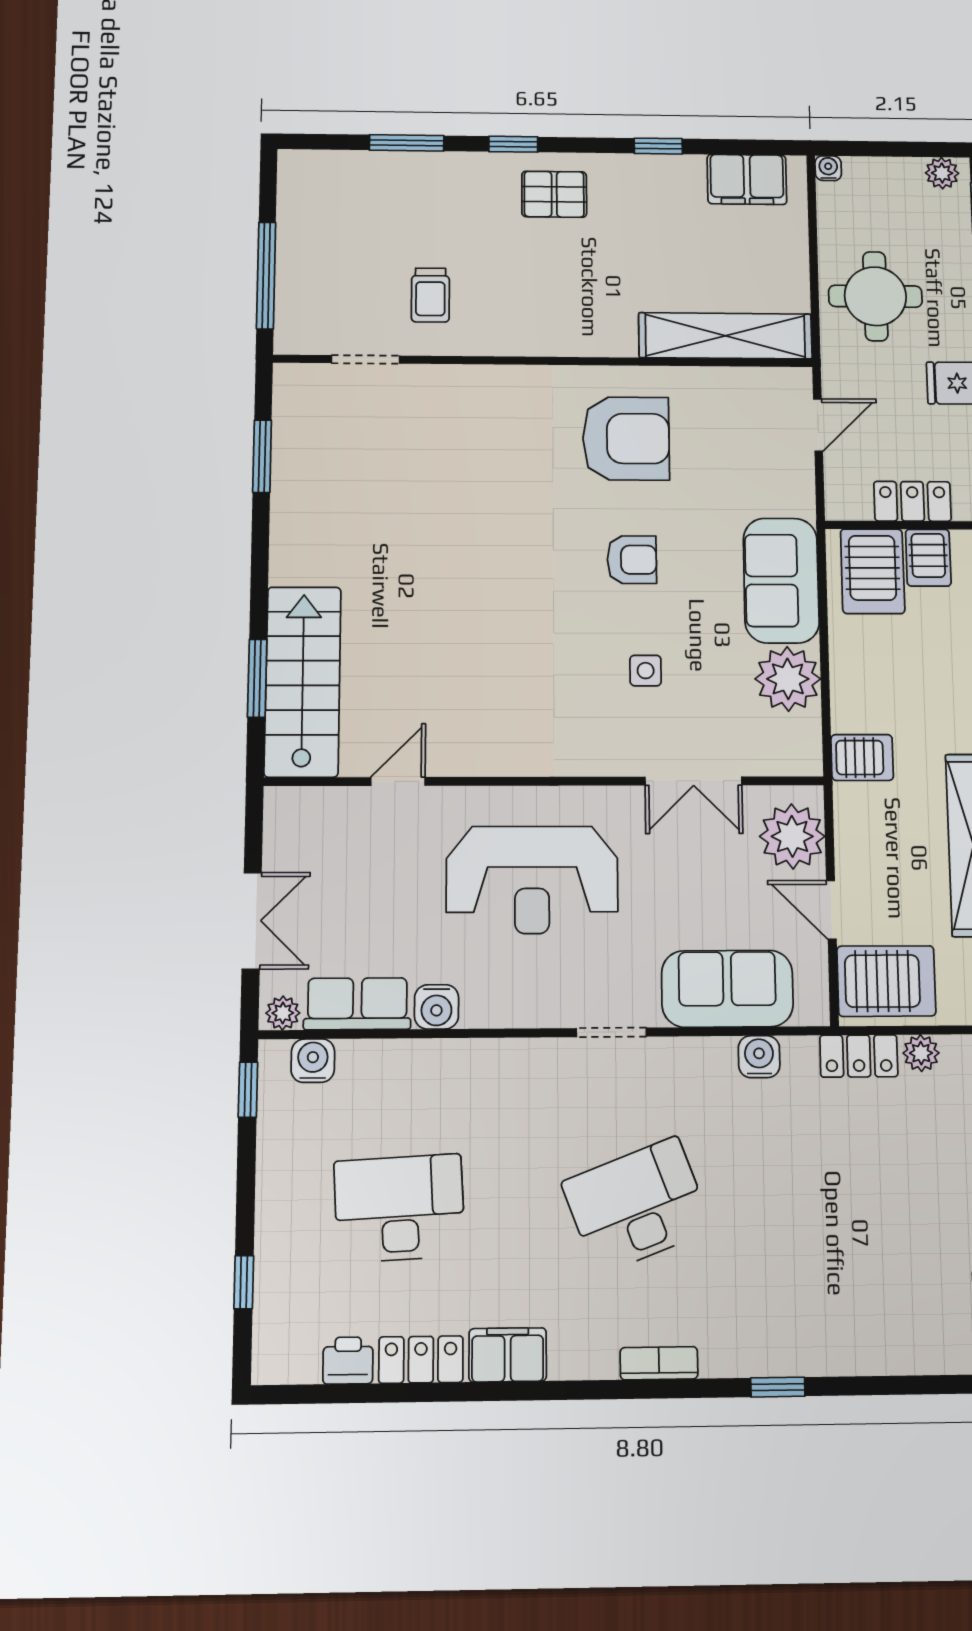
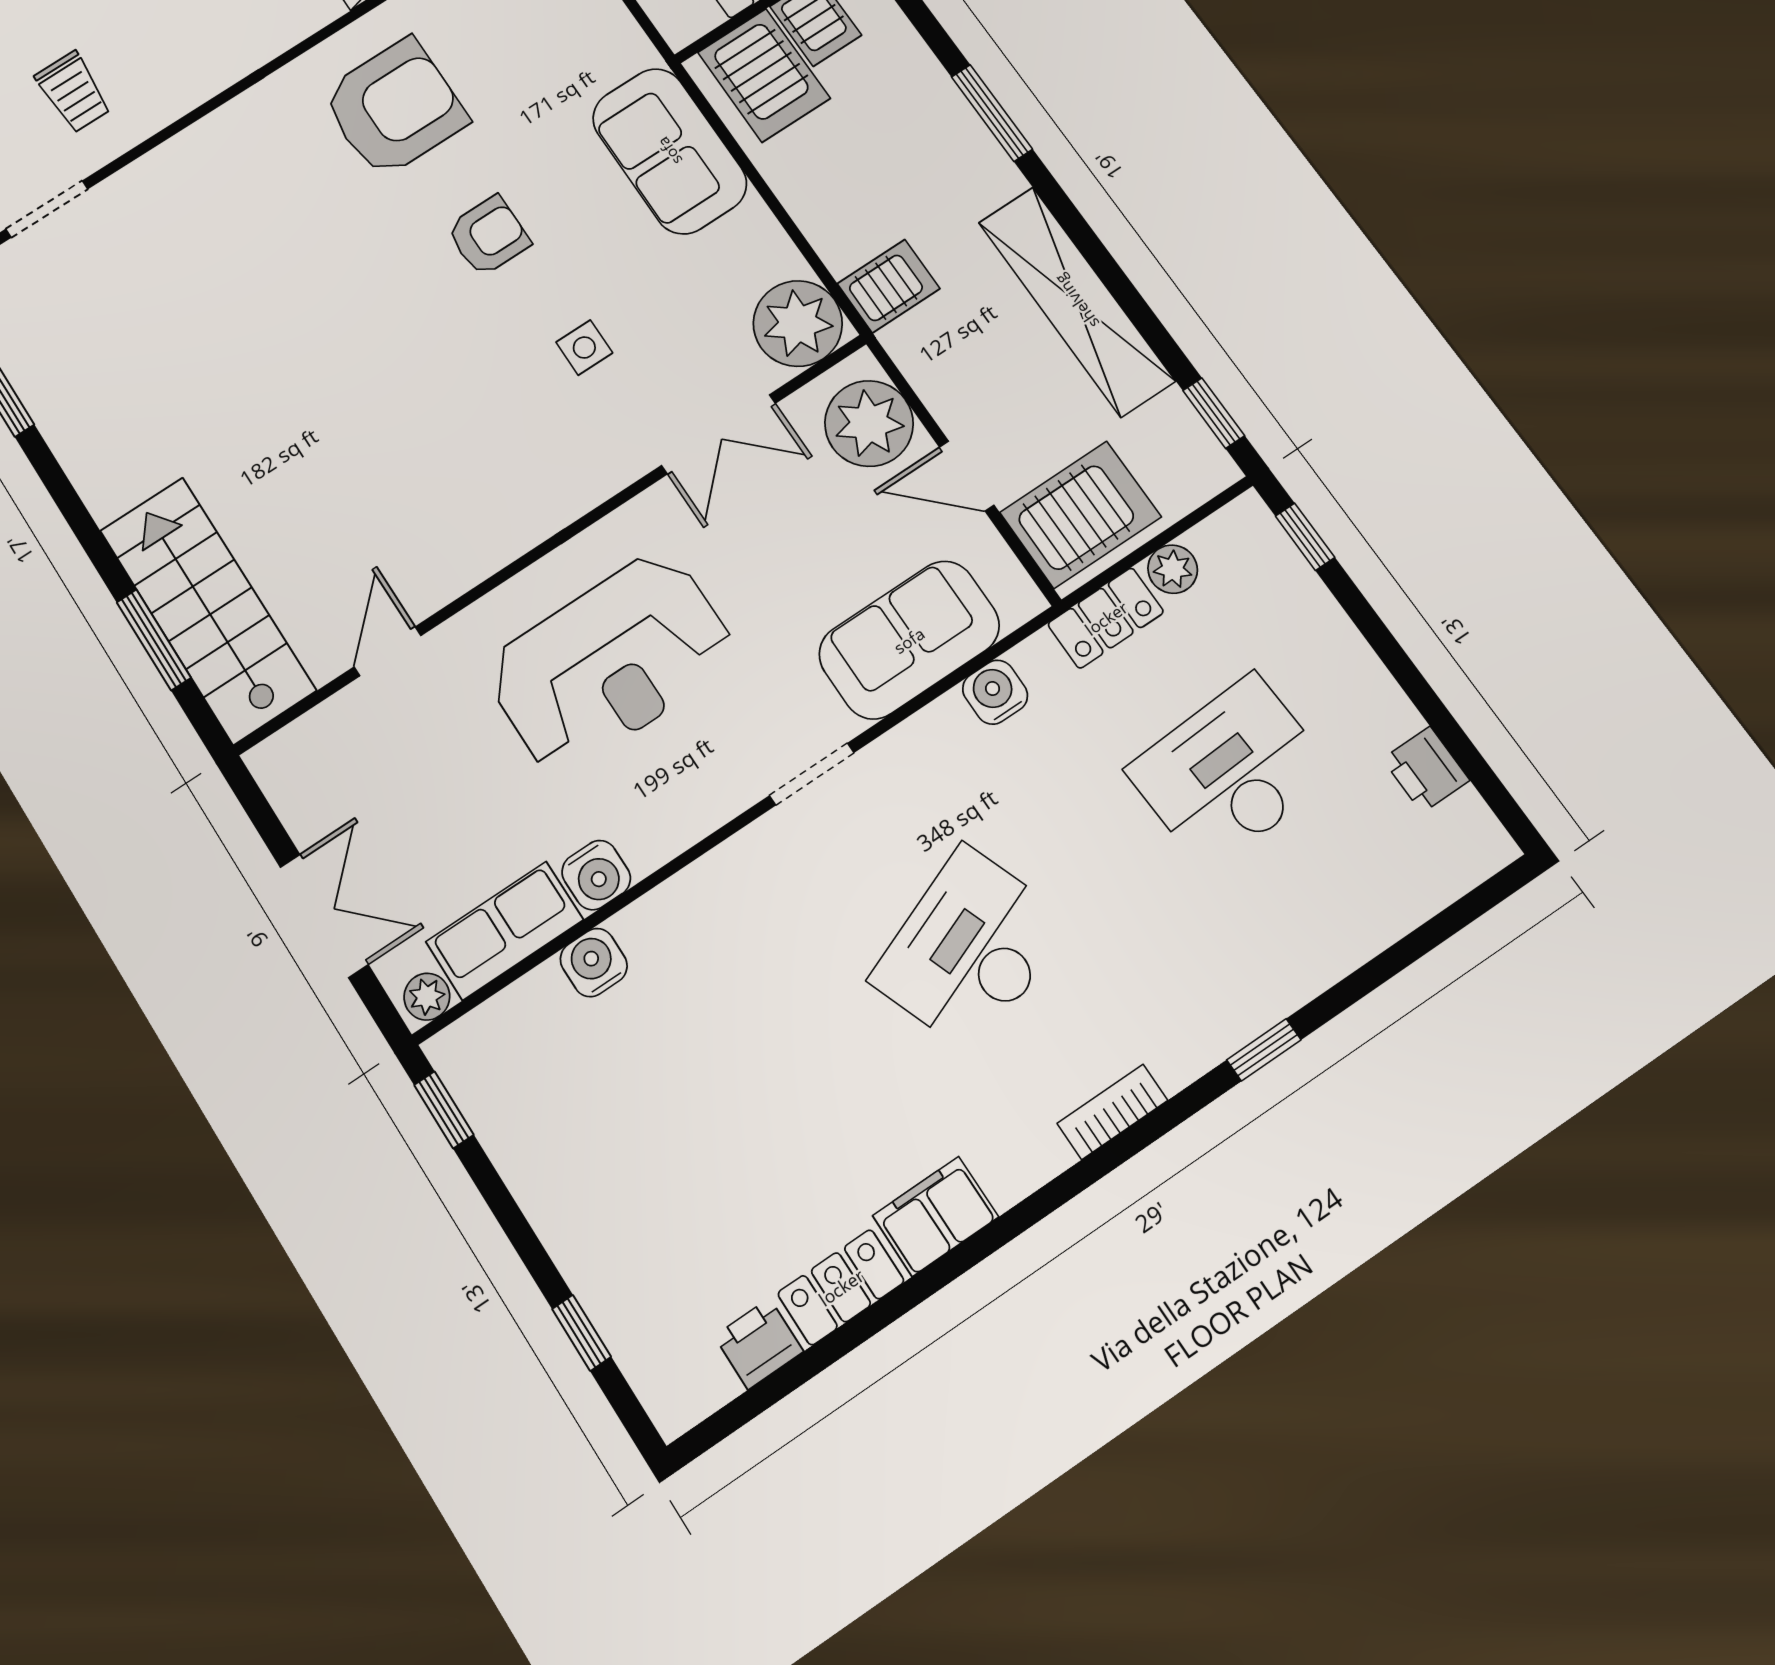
plant: (788, 679) -> (798, 324), moved
water cooler: (313, 1061) -> (594, 963), moved
desk: (399, 1208) -> (1231, 772), moved

